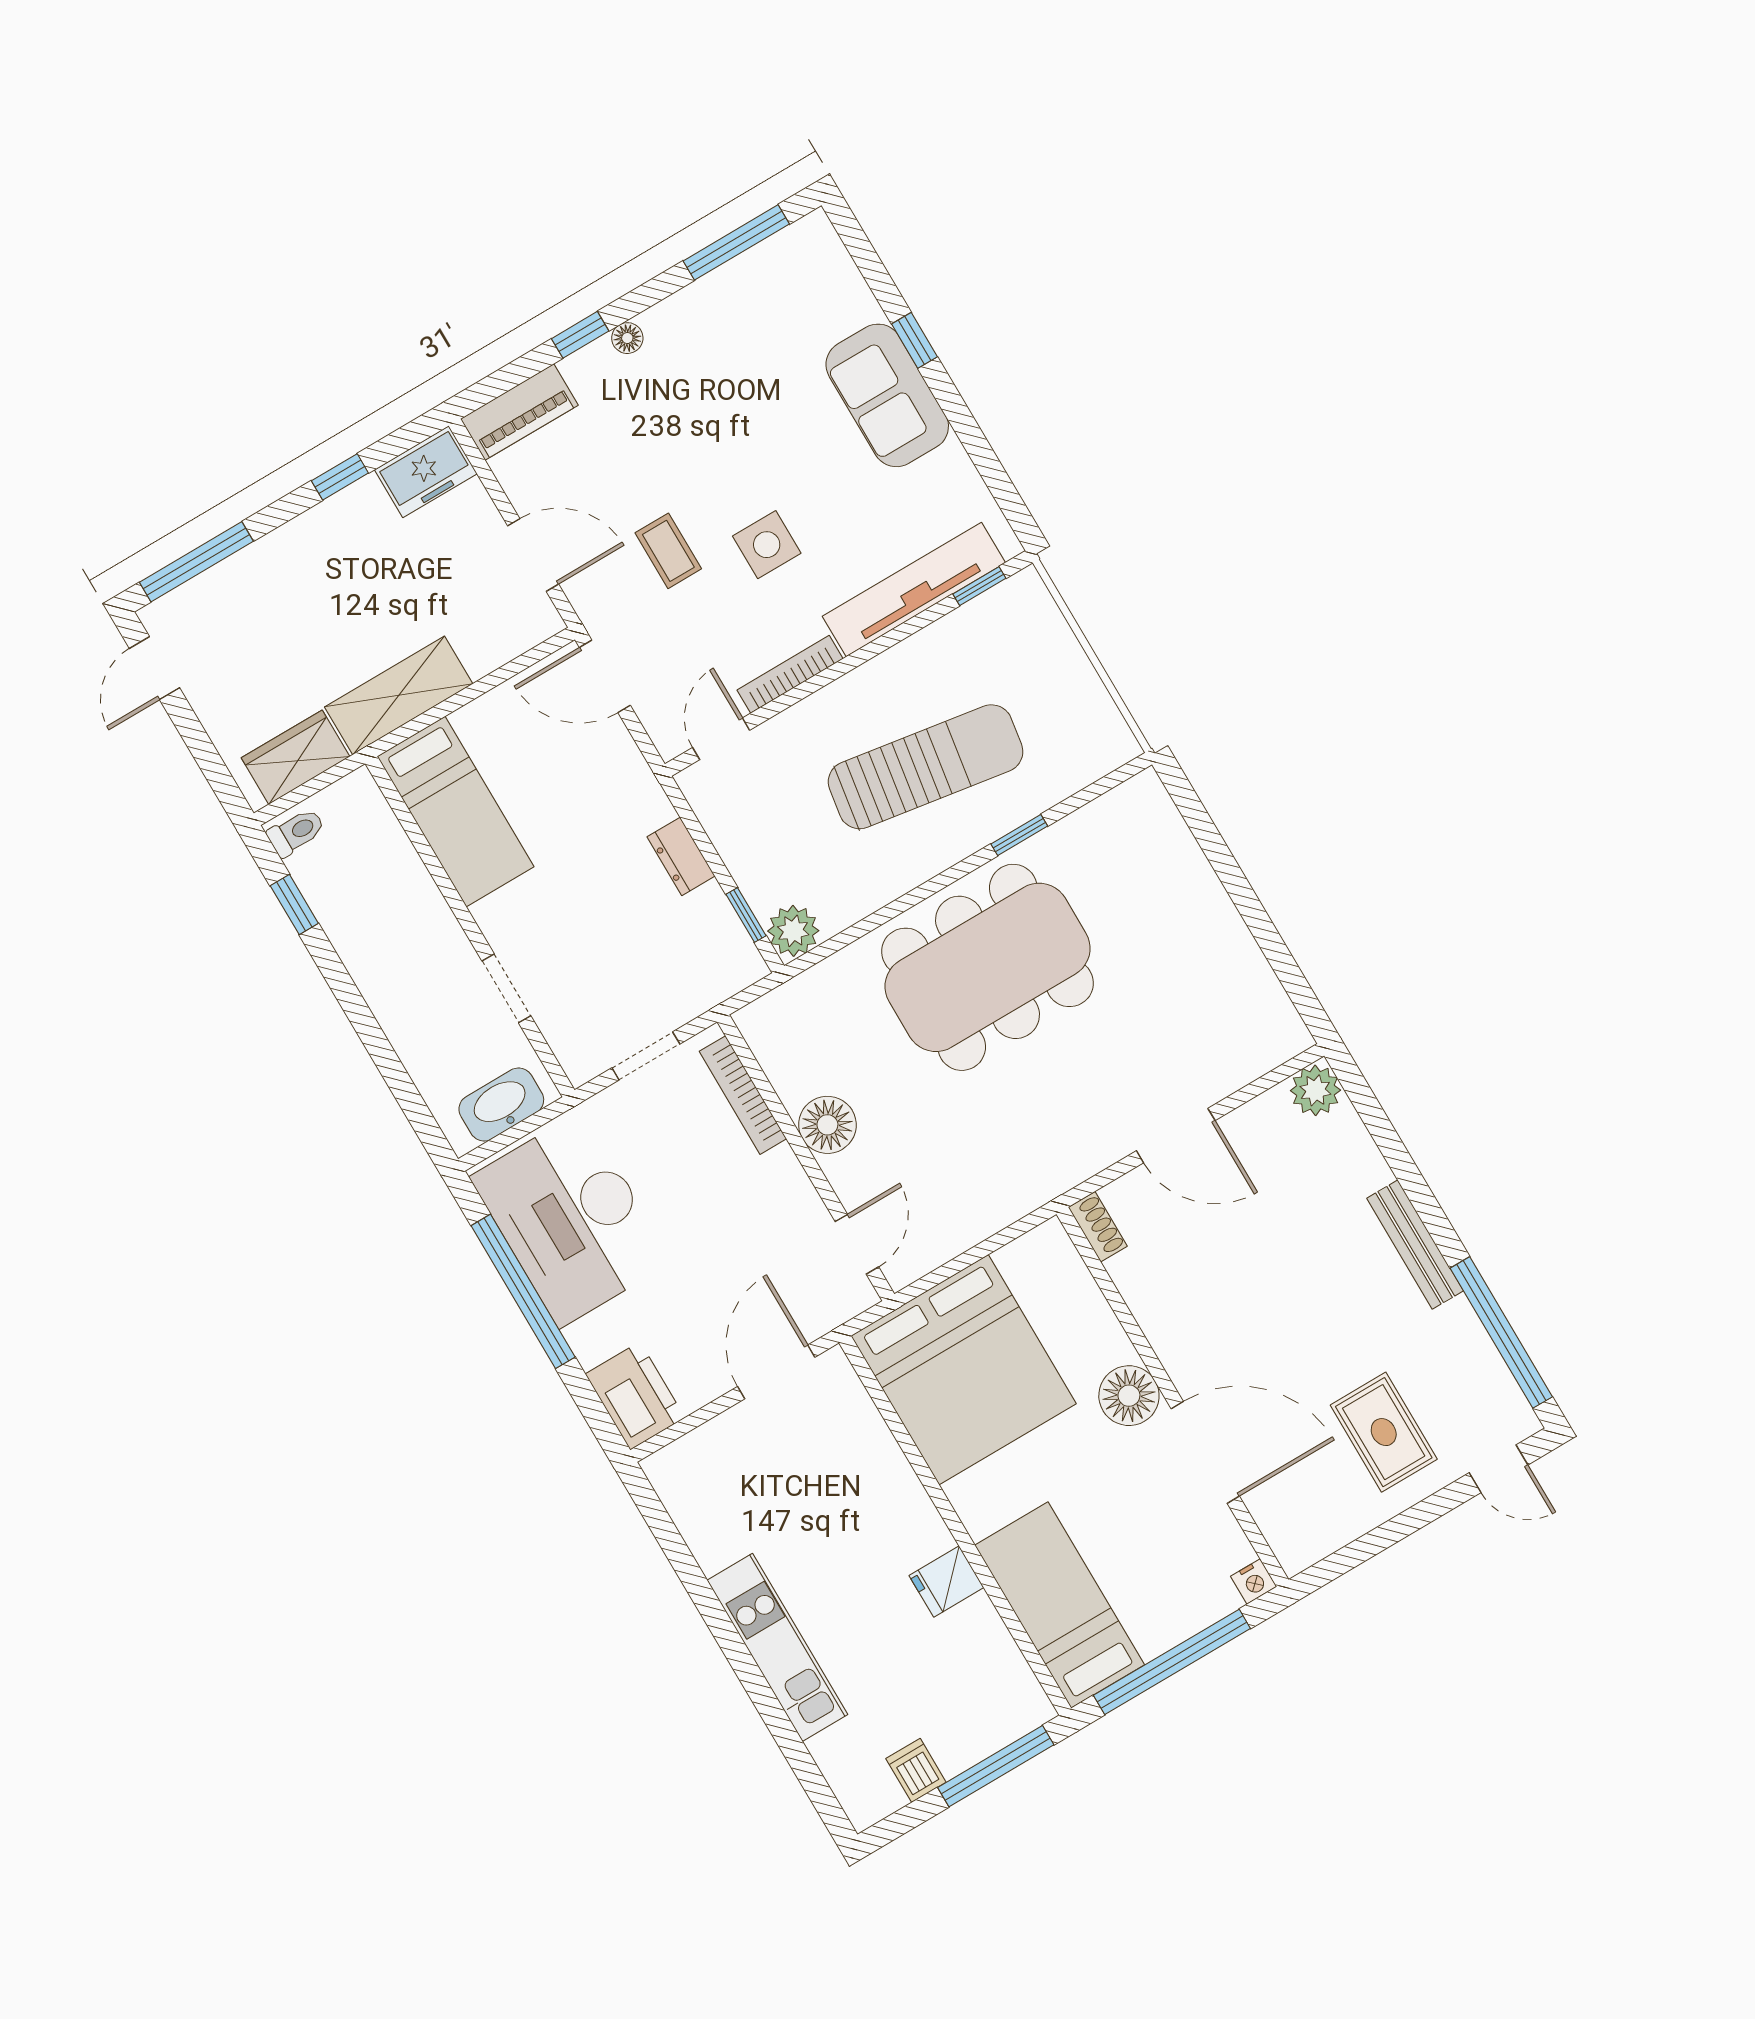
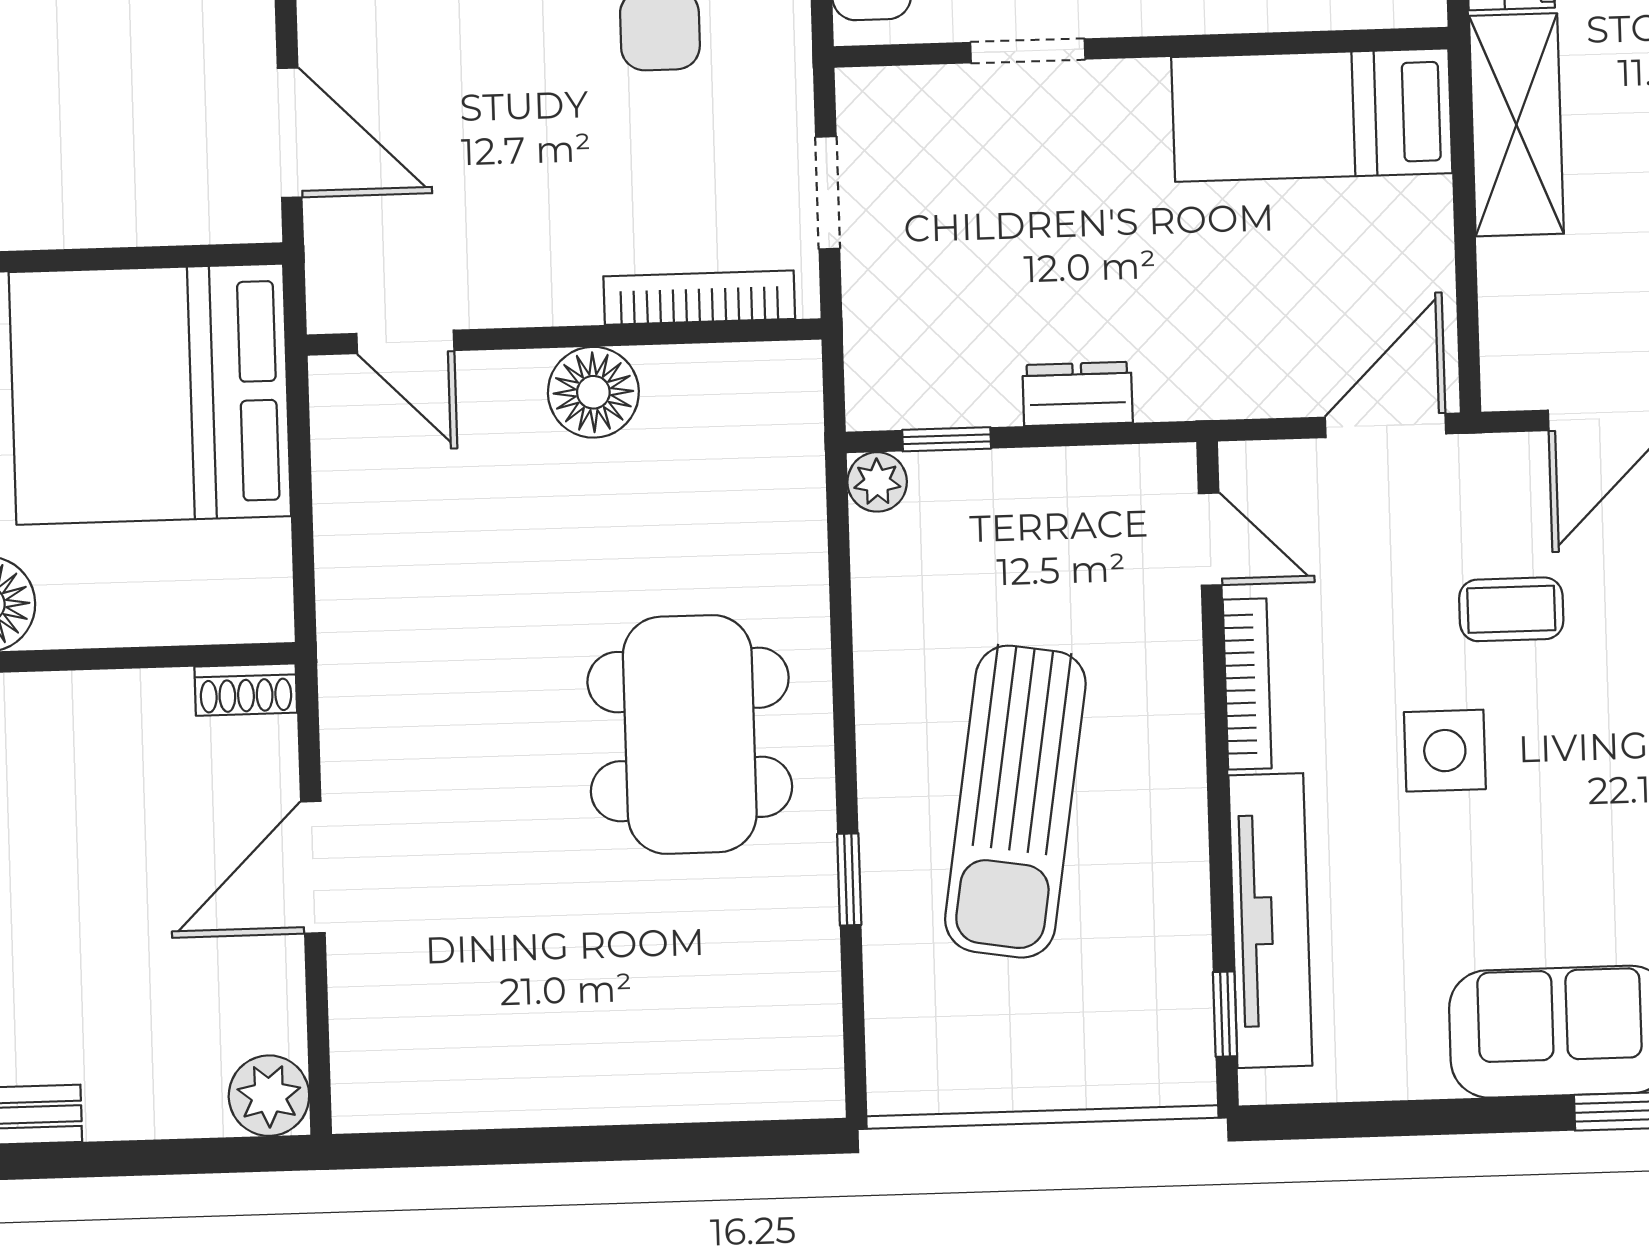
plant: (793, 931) -> (877, 482), width x0.73, depth x0.73
dining table: (988, 967) -> (690, 734), width x0.73, depth x0.80

